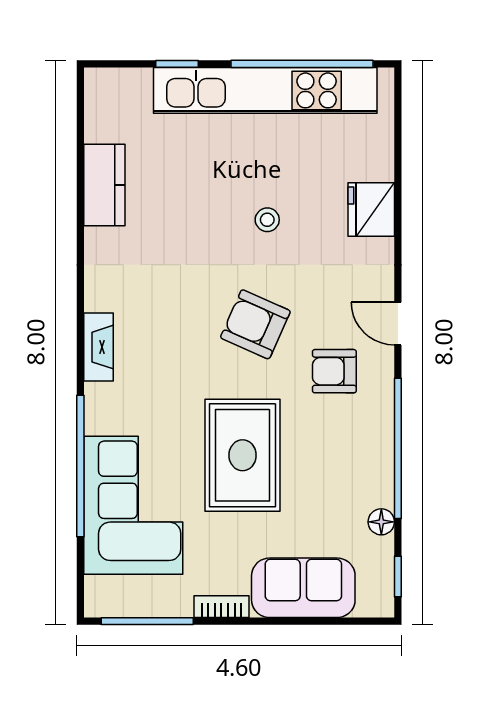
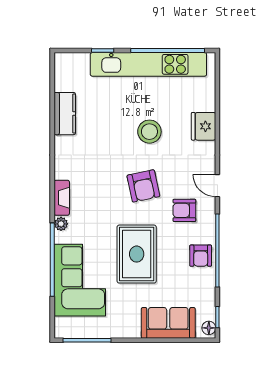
stool: (267, 220) -> (149, 132), width x1.89, depth x1.89
armchair: (255, 324) -> (143, 186), turned -126
plant: (97, 397) -> (61, 224), added
armchair: (366, 458) -> (201, 256), added
floor lamp: (381, 522) -> (209, 328), moved
bookcase: (221, 607) -> (126, 333), removed

